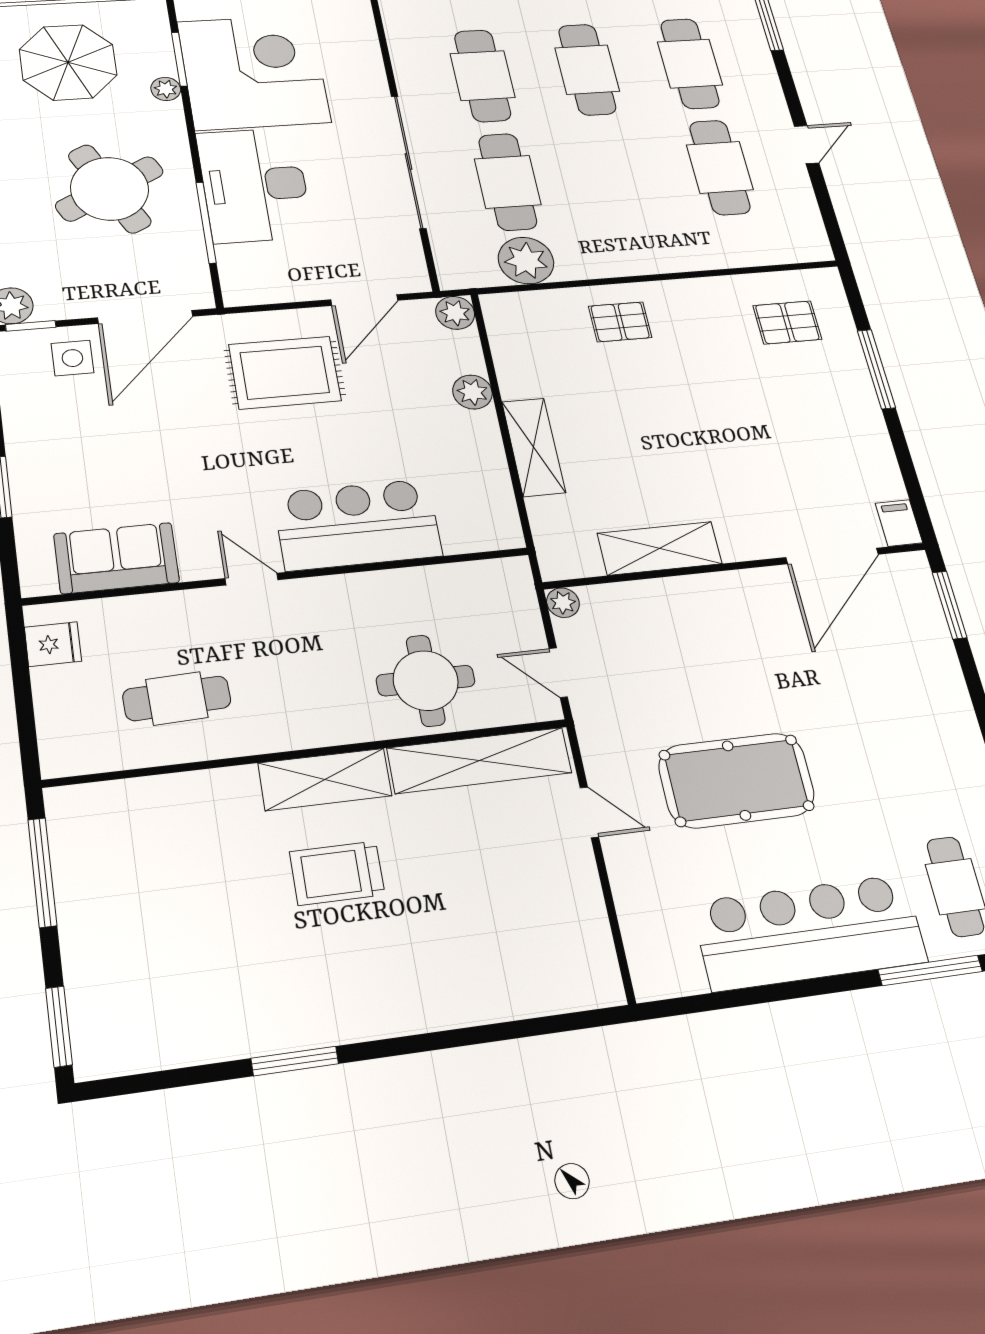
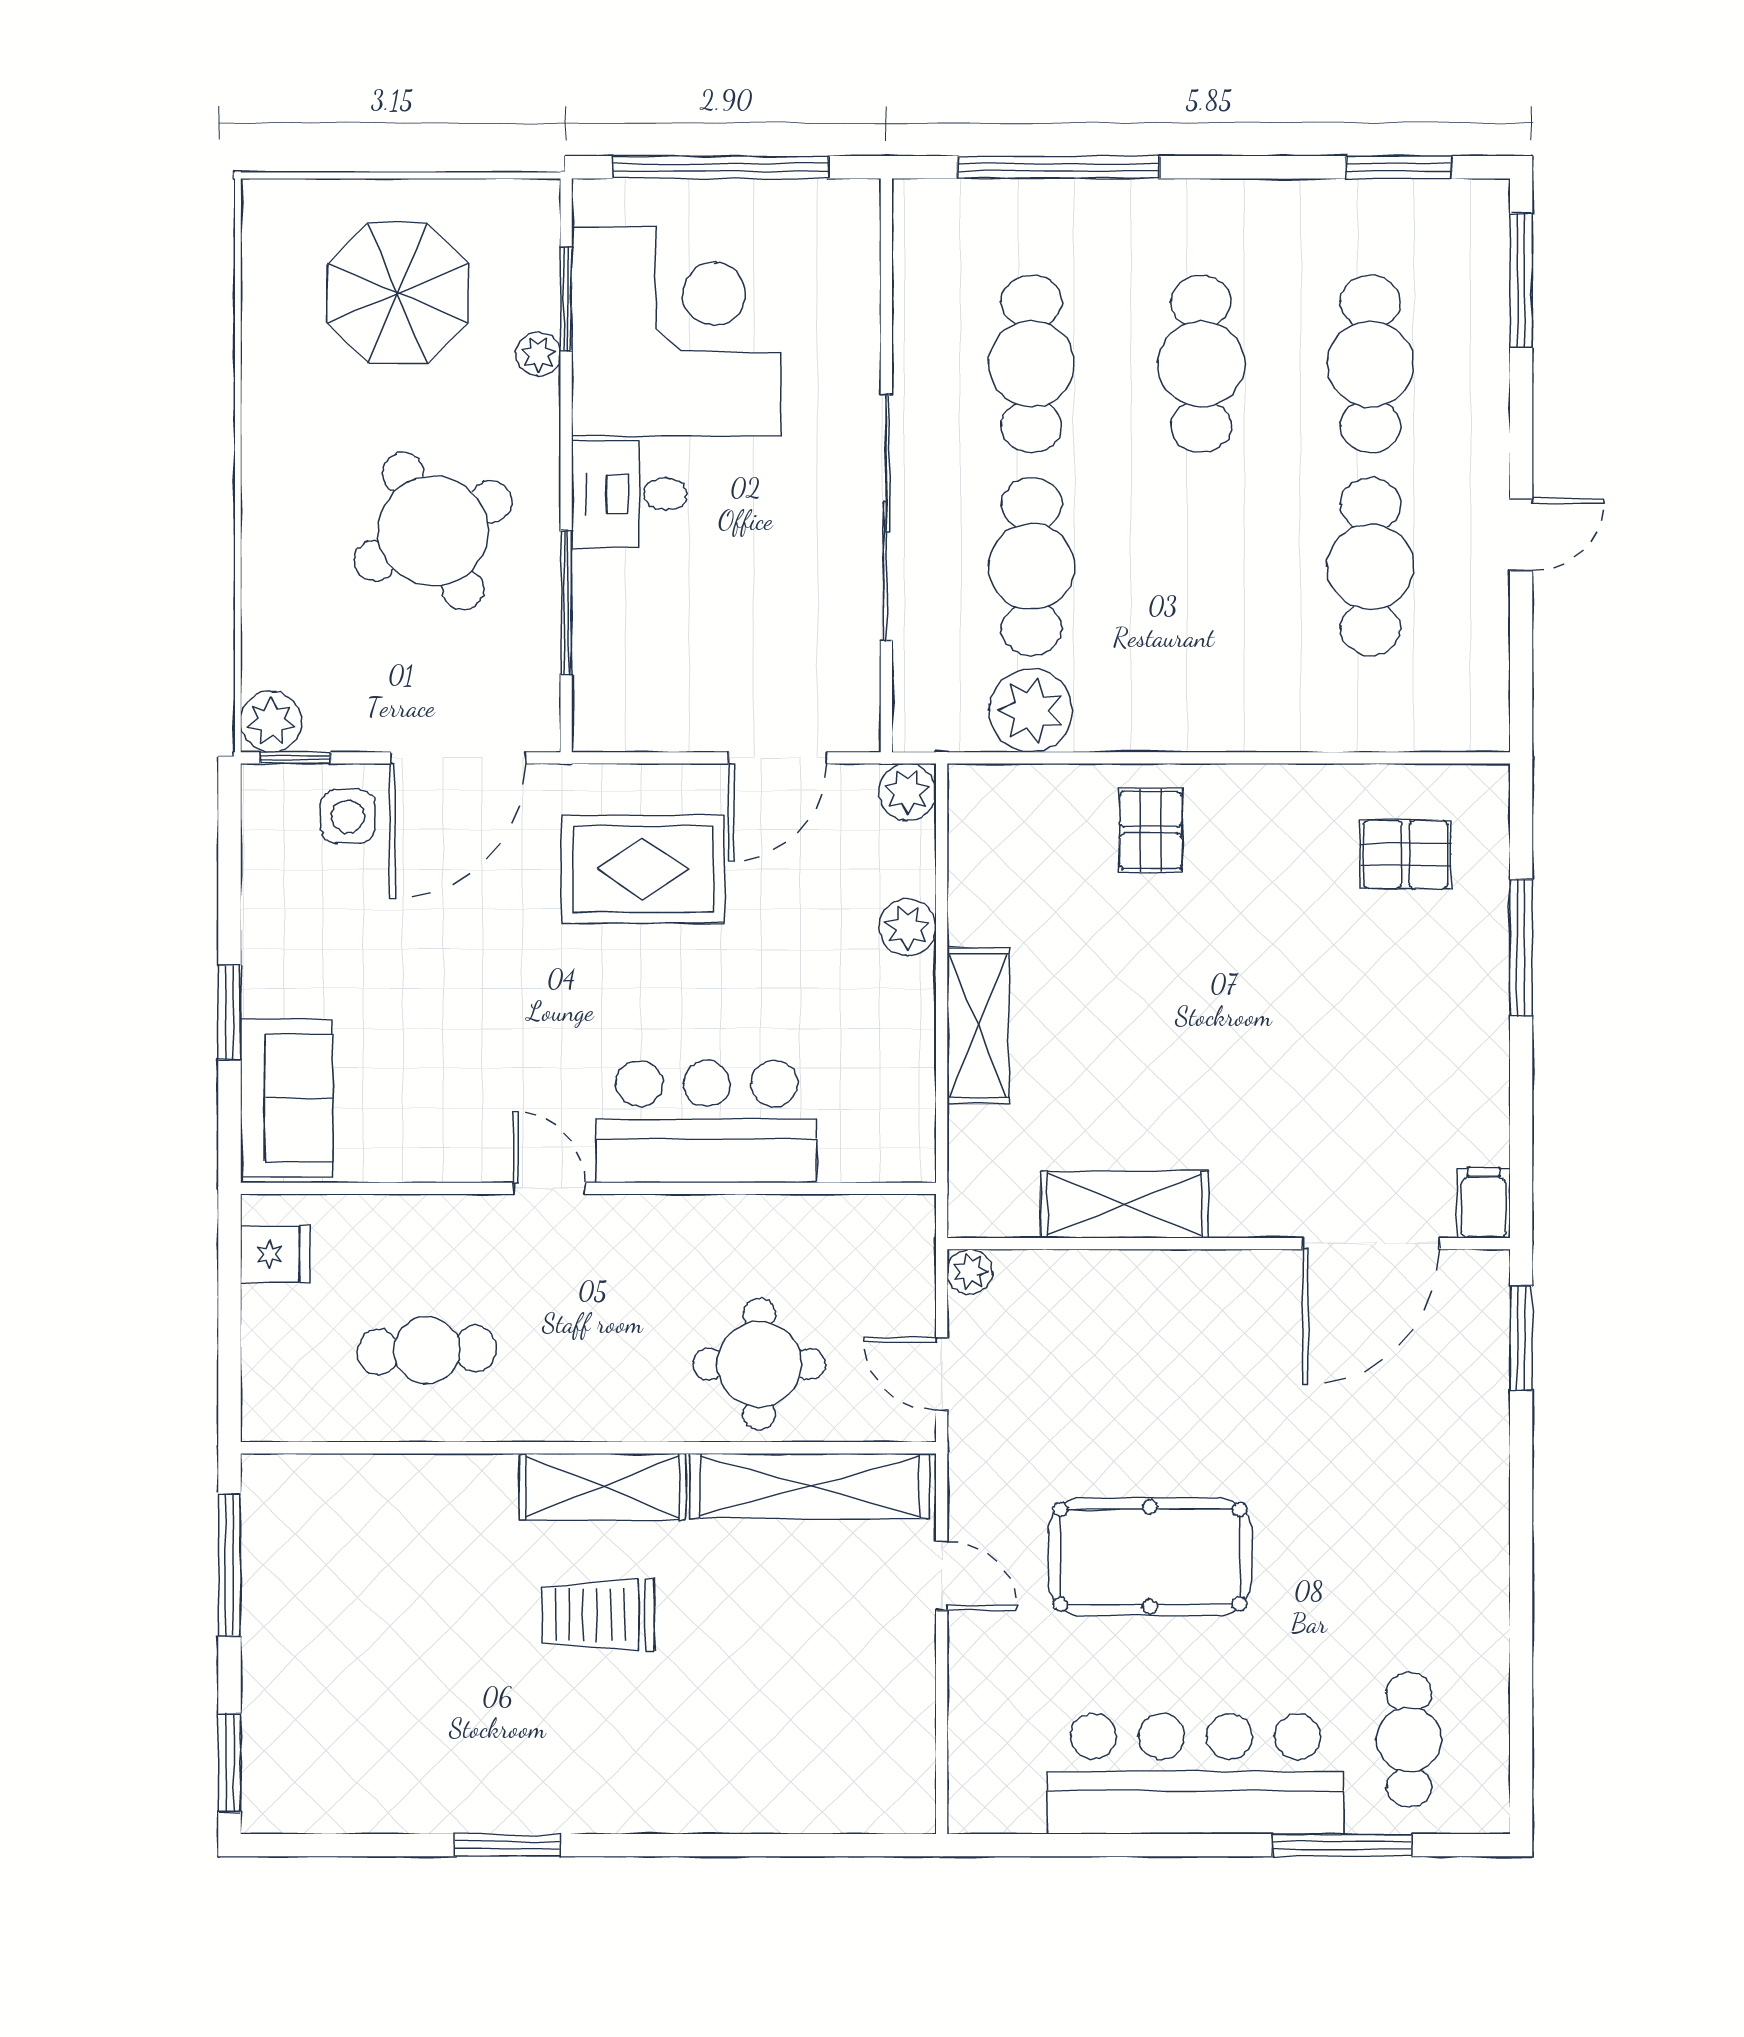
desk: (254, 185) -> (630, 494), width x0.53, depth x0.77
pallet: (620, 322) -> (1151, 830), turned 90
sofa: (116, 558) -> (287, 1098), moved, turned 90

